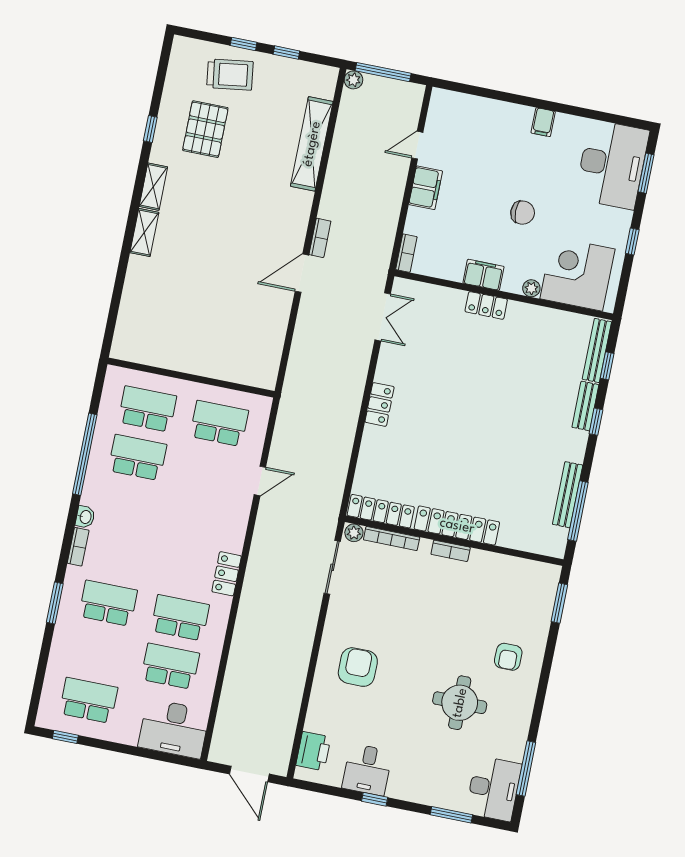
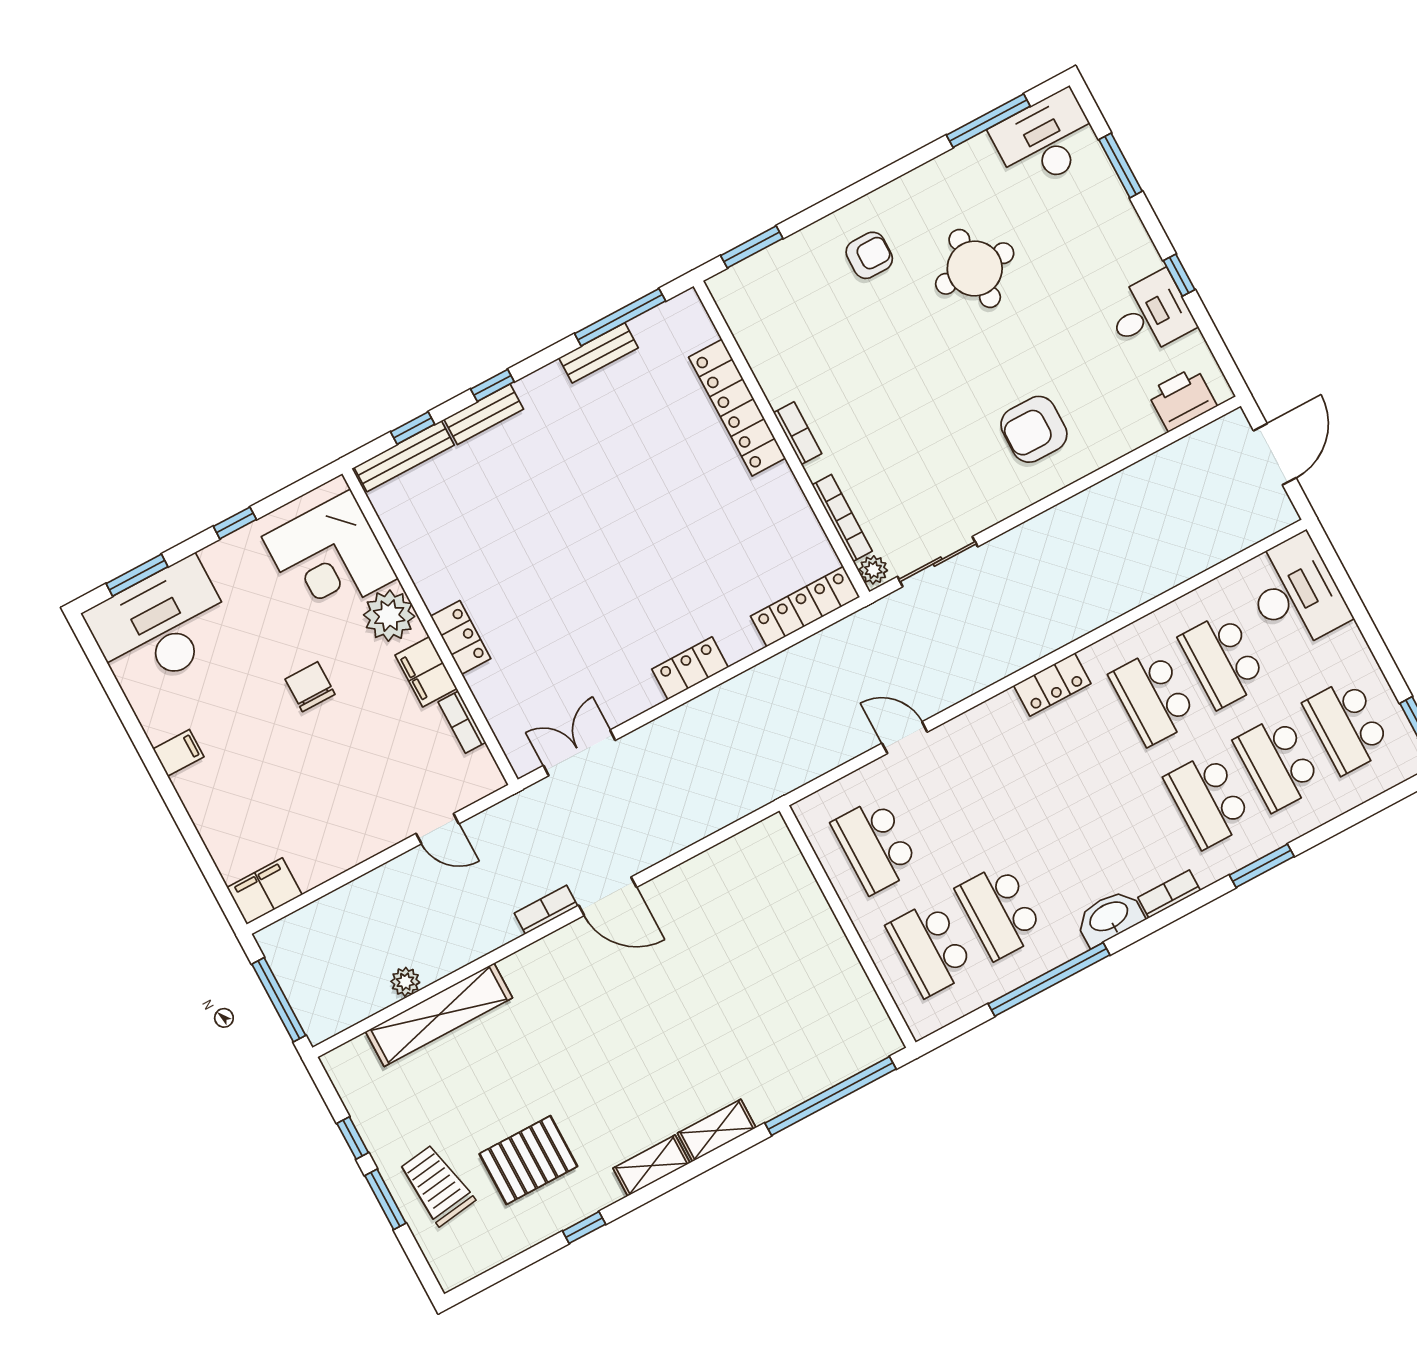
window: (244, 44) -> (385, 1199), width x1.50
plant: (353, 80) -> (405, 982), moved
door: (417, 145) -> (437, 829), moved
filing cabinet: (426, 188) -> (265, 891), moved
bookcase: (406, 253) -> (462, 722), moved, turned -90
plant: (531, 288) -> (389, 616), width x1.88, depth x1.88
window: (116, 301) -> (830, 1096), added
bench: (568, 495) -> (599, 353), width x0.73
locker: (381, 511) -> (805, 607), moved, turned 90
washbasin: (85, 517) -> (1109, 917), width x1.91, depth x1.45
locker: (457, 526) -> (737, 408), moved
school desk: (98, 652) -> (1278, 763), added

